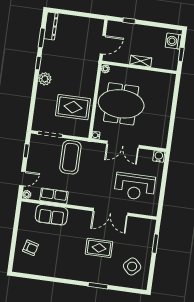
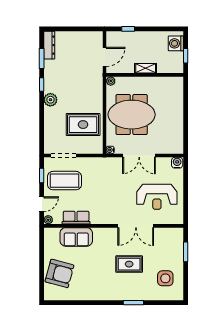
coffee table: (70, 157) -> (64, 181), moved, turned 90
armchair: (31, 248) -> (59, 273), width x1.88, depth x1.88
side table: (132, 266) -> (165, 278), turned 45

